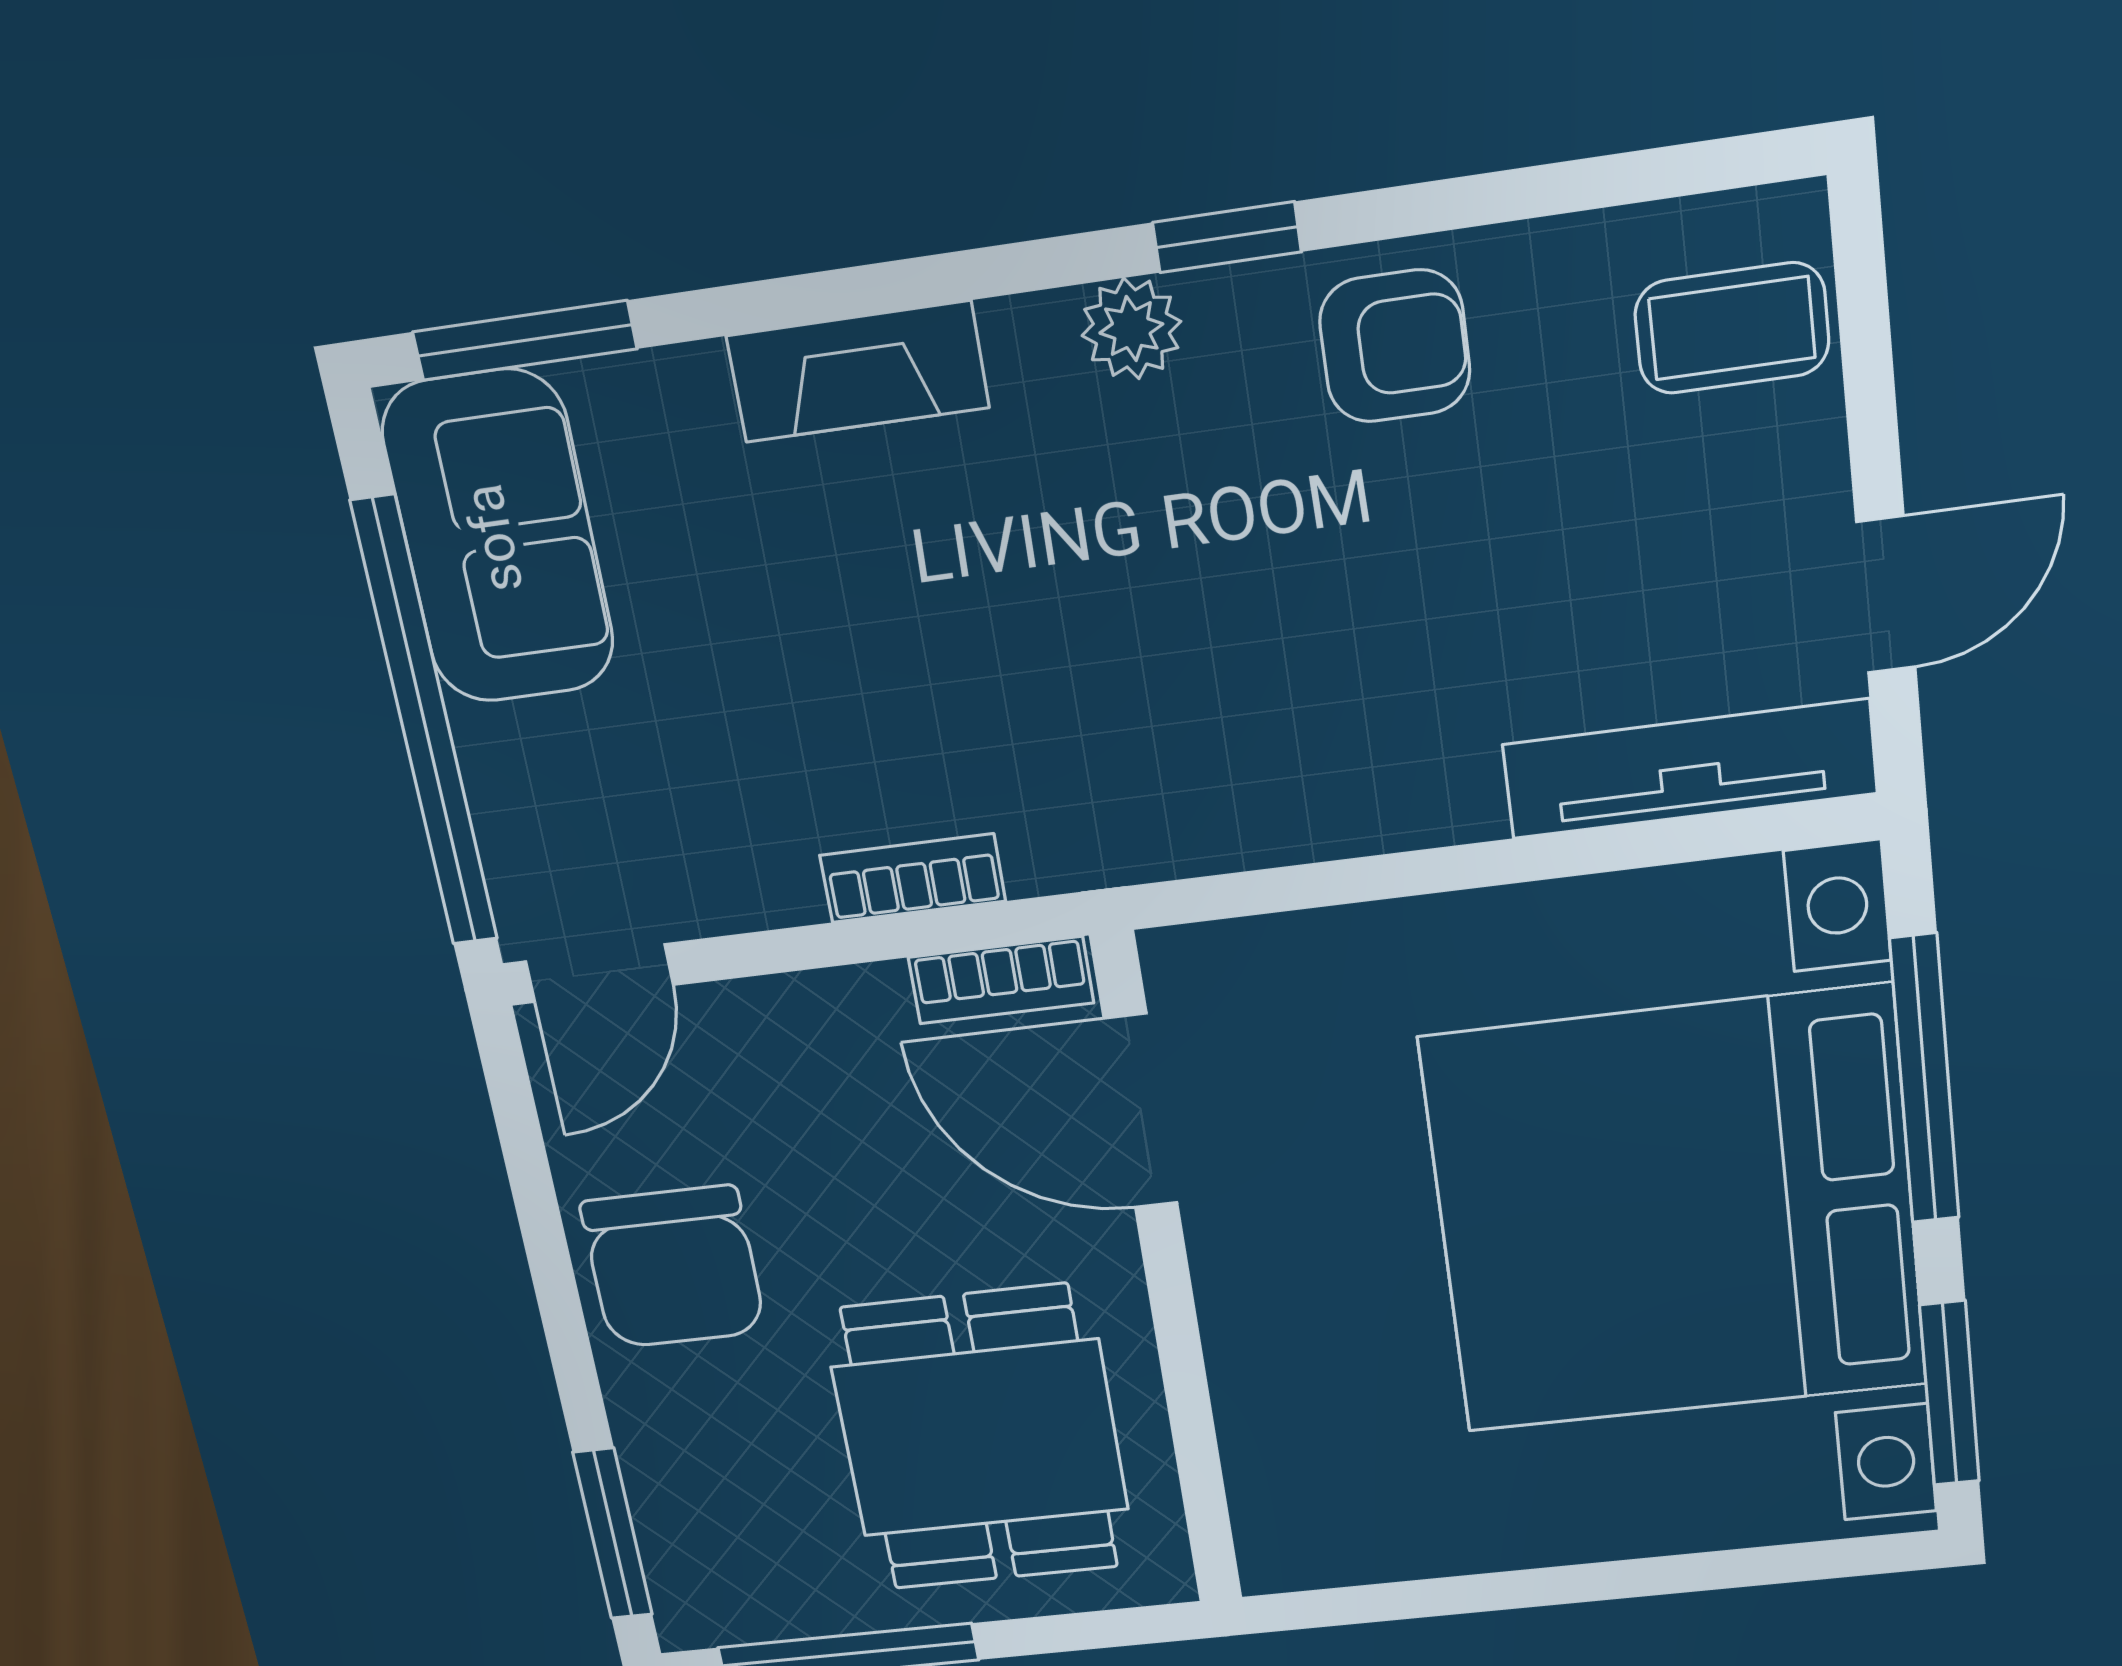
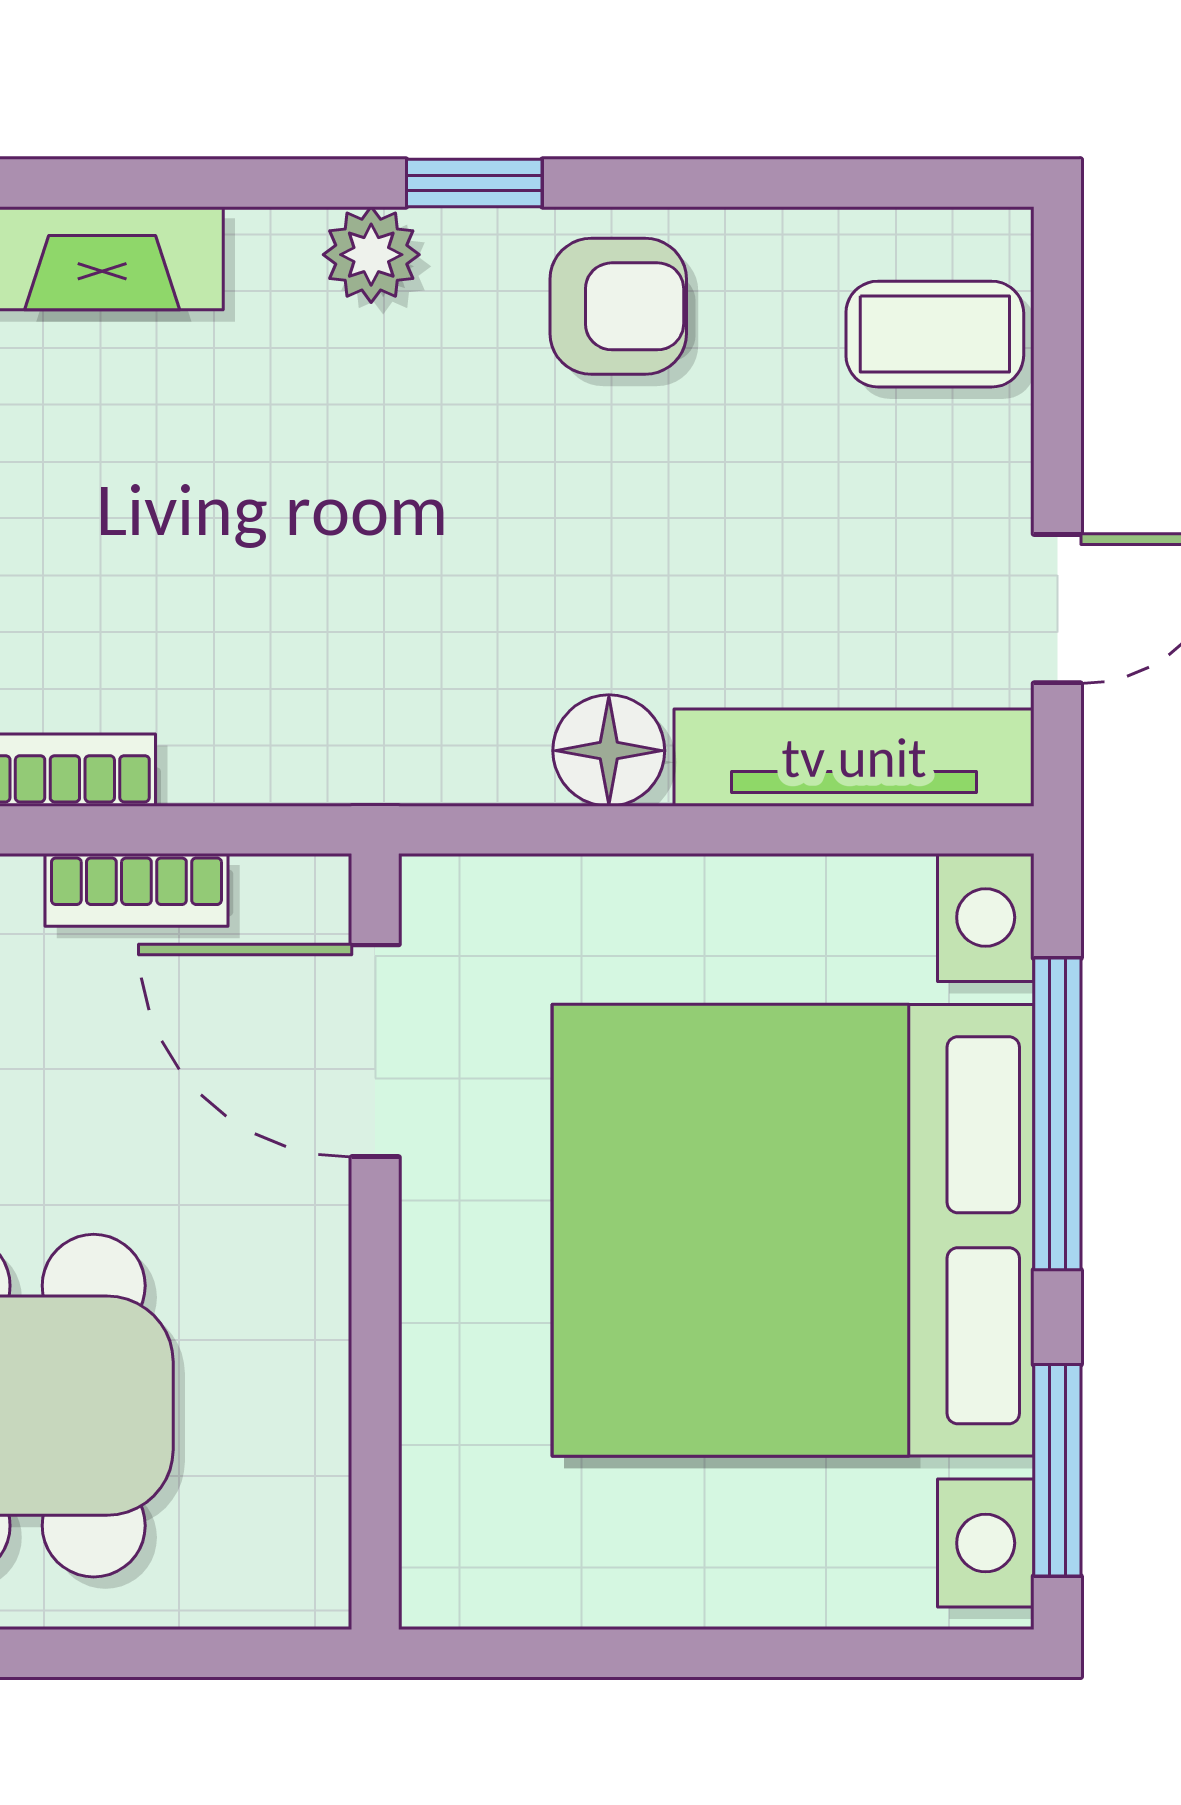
floor lamp: (1442, 793) -> (609, 751), added
door: (1141, 1111) -> (375, 1051), moved
wall: (1168, 1278) -> (375, 1242), moved

